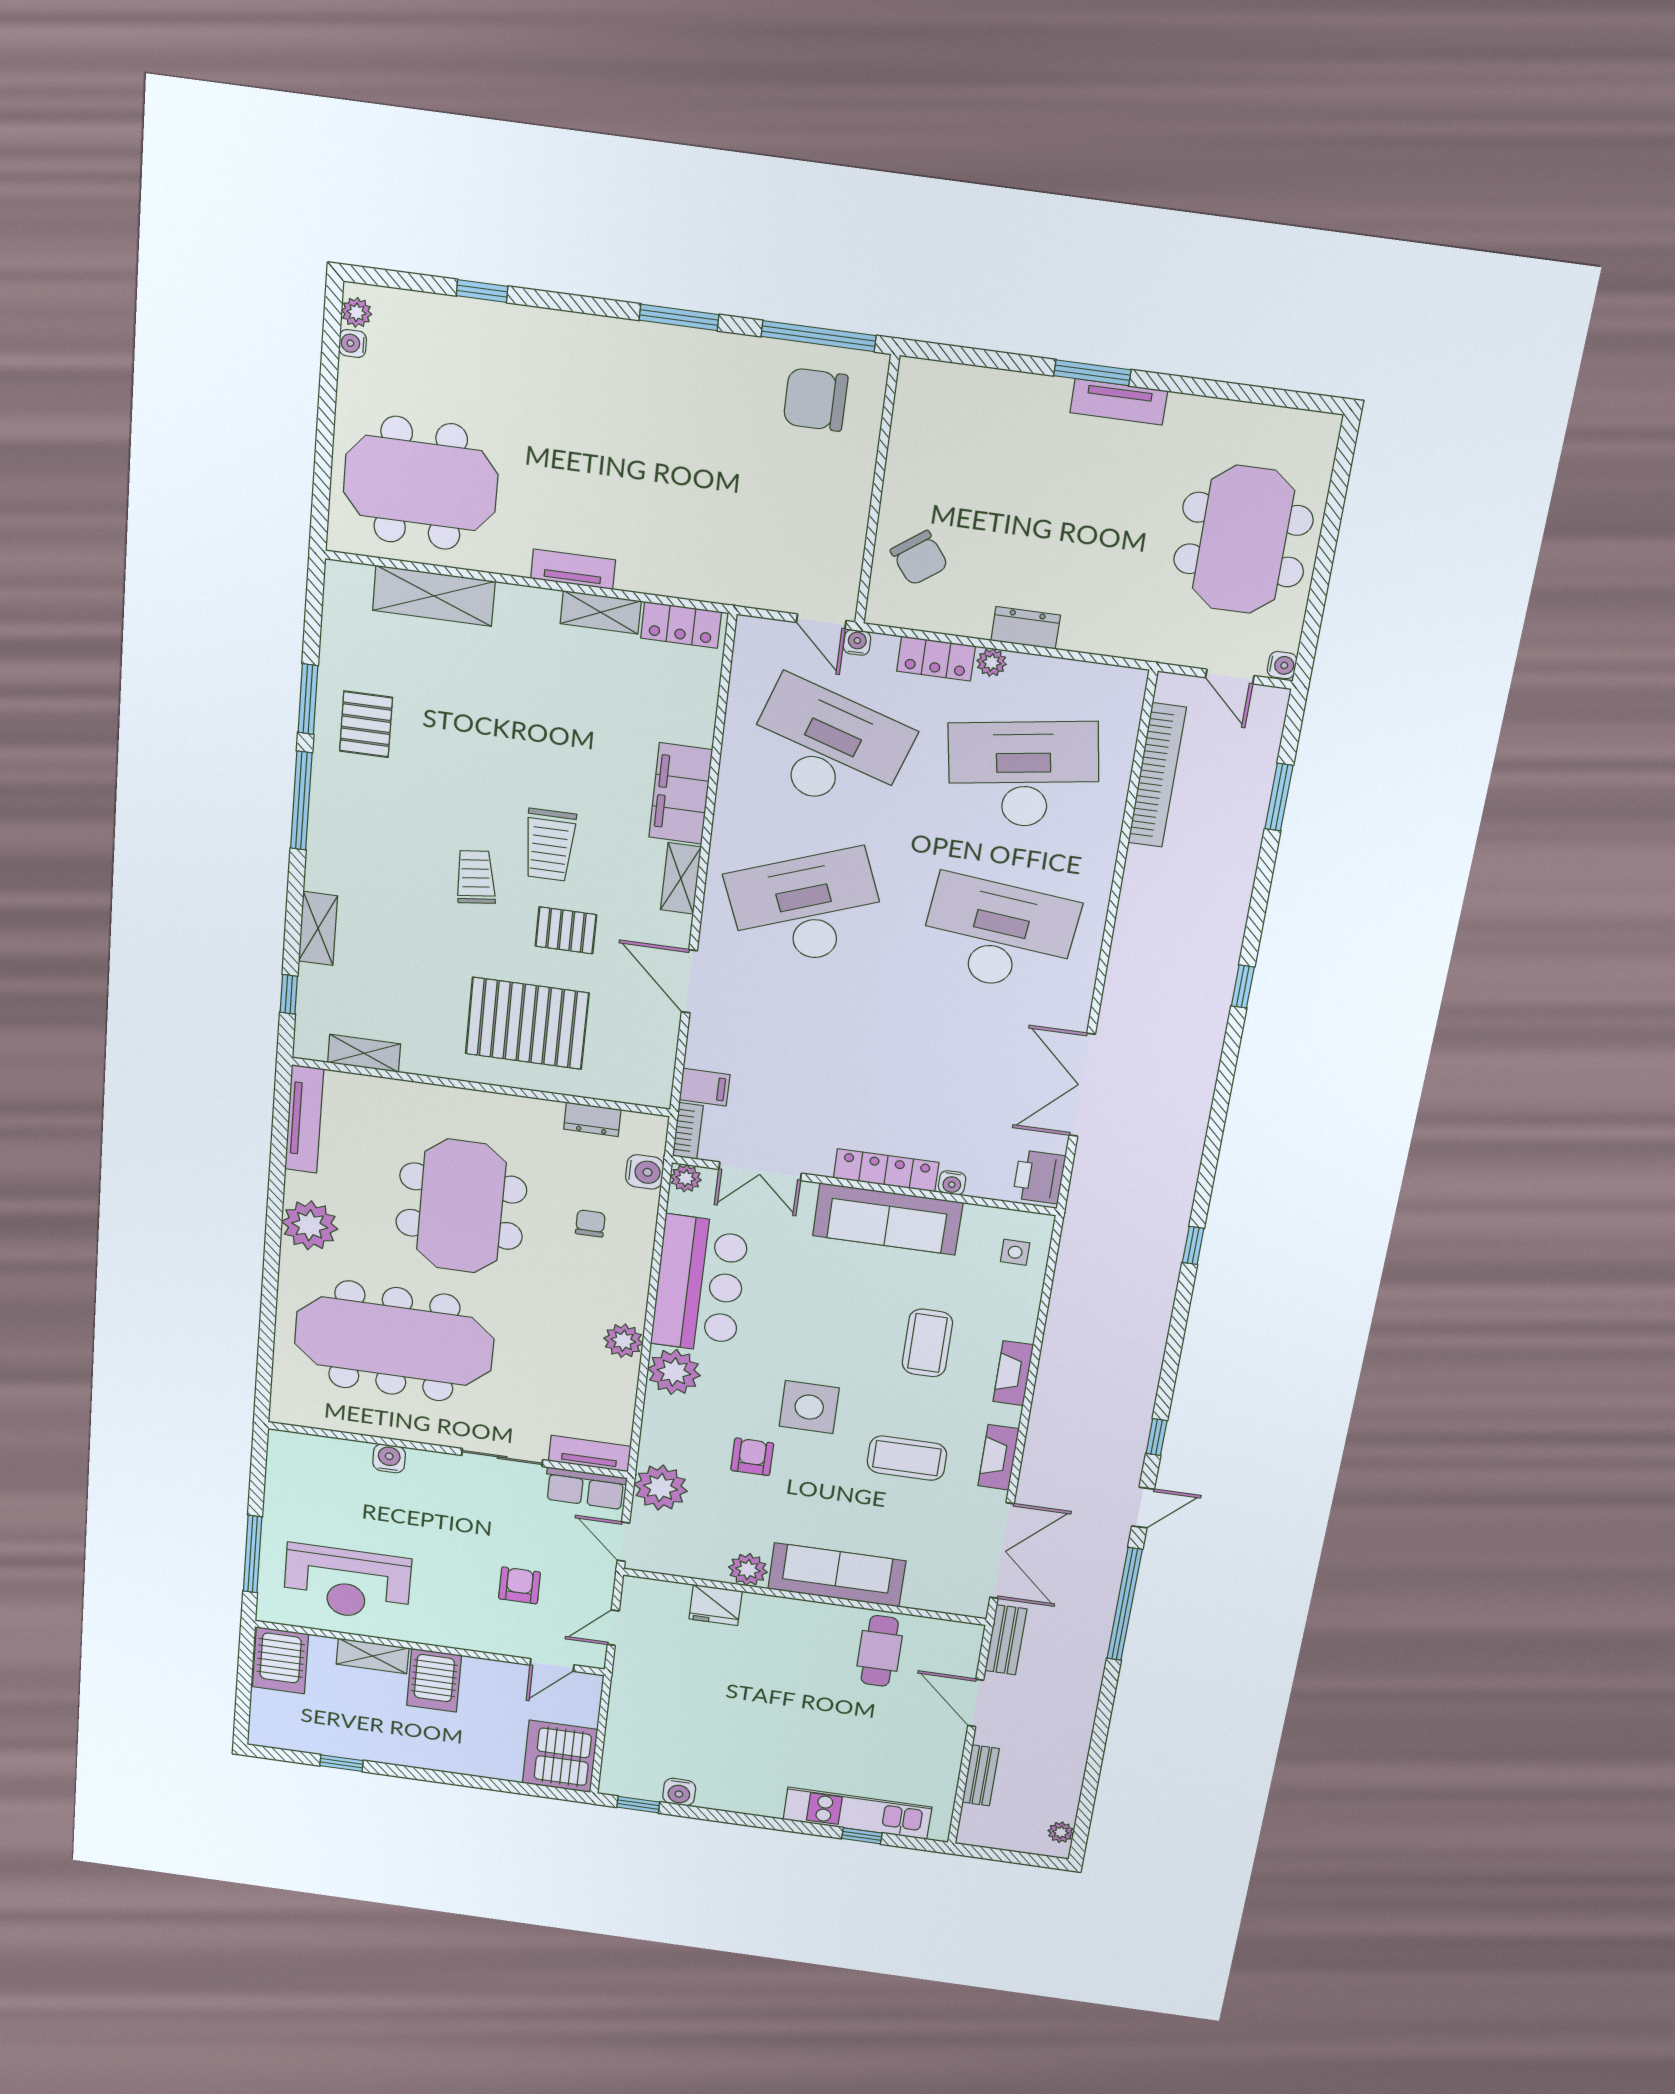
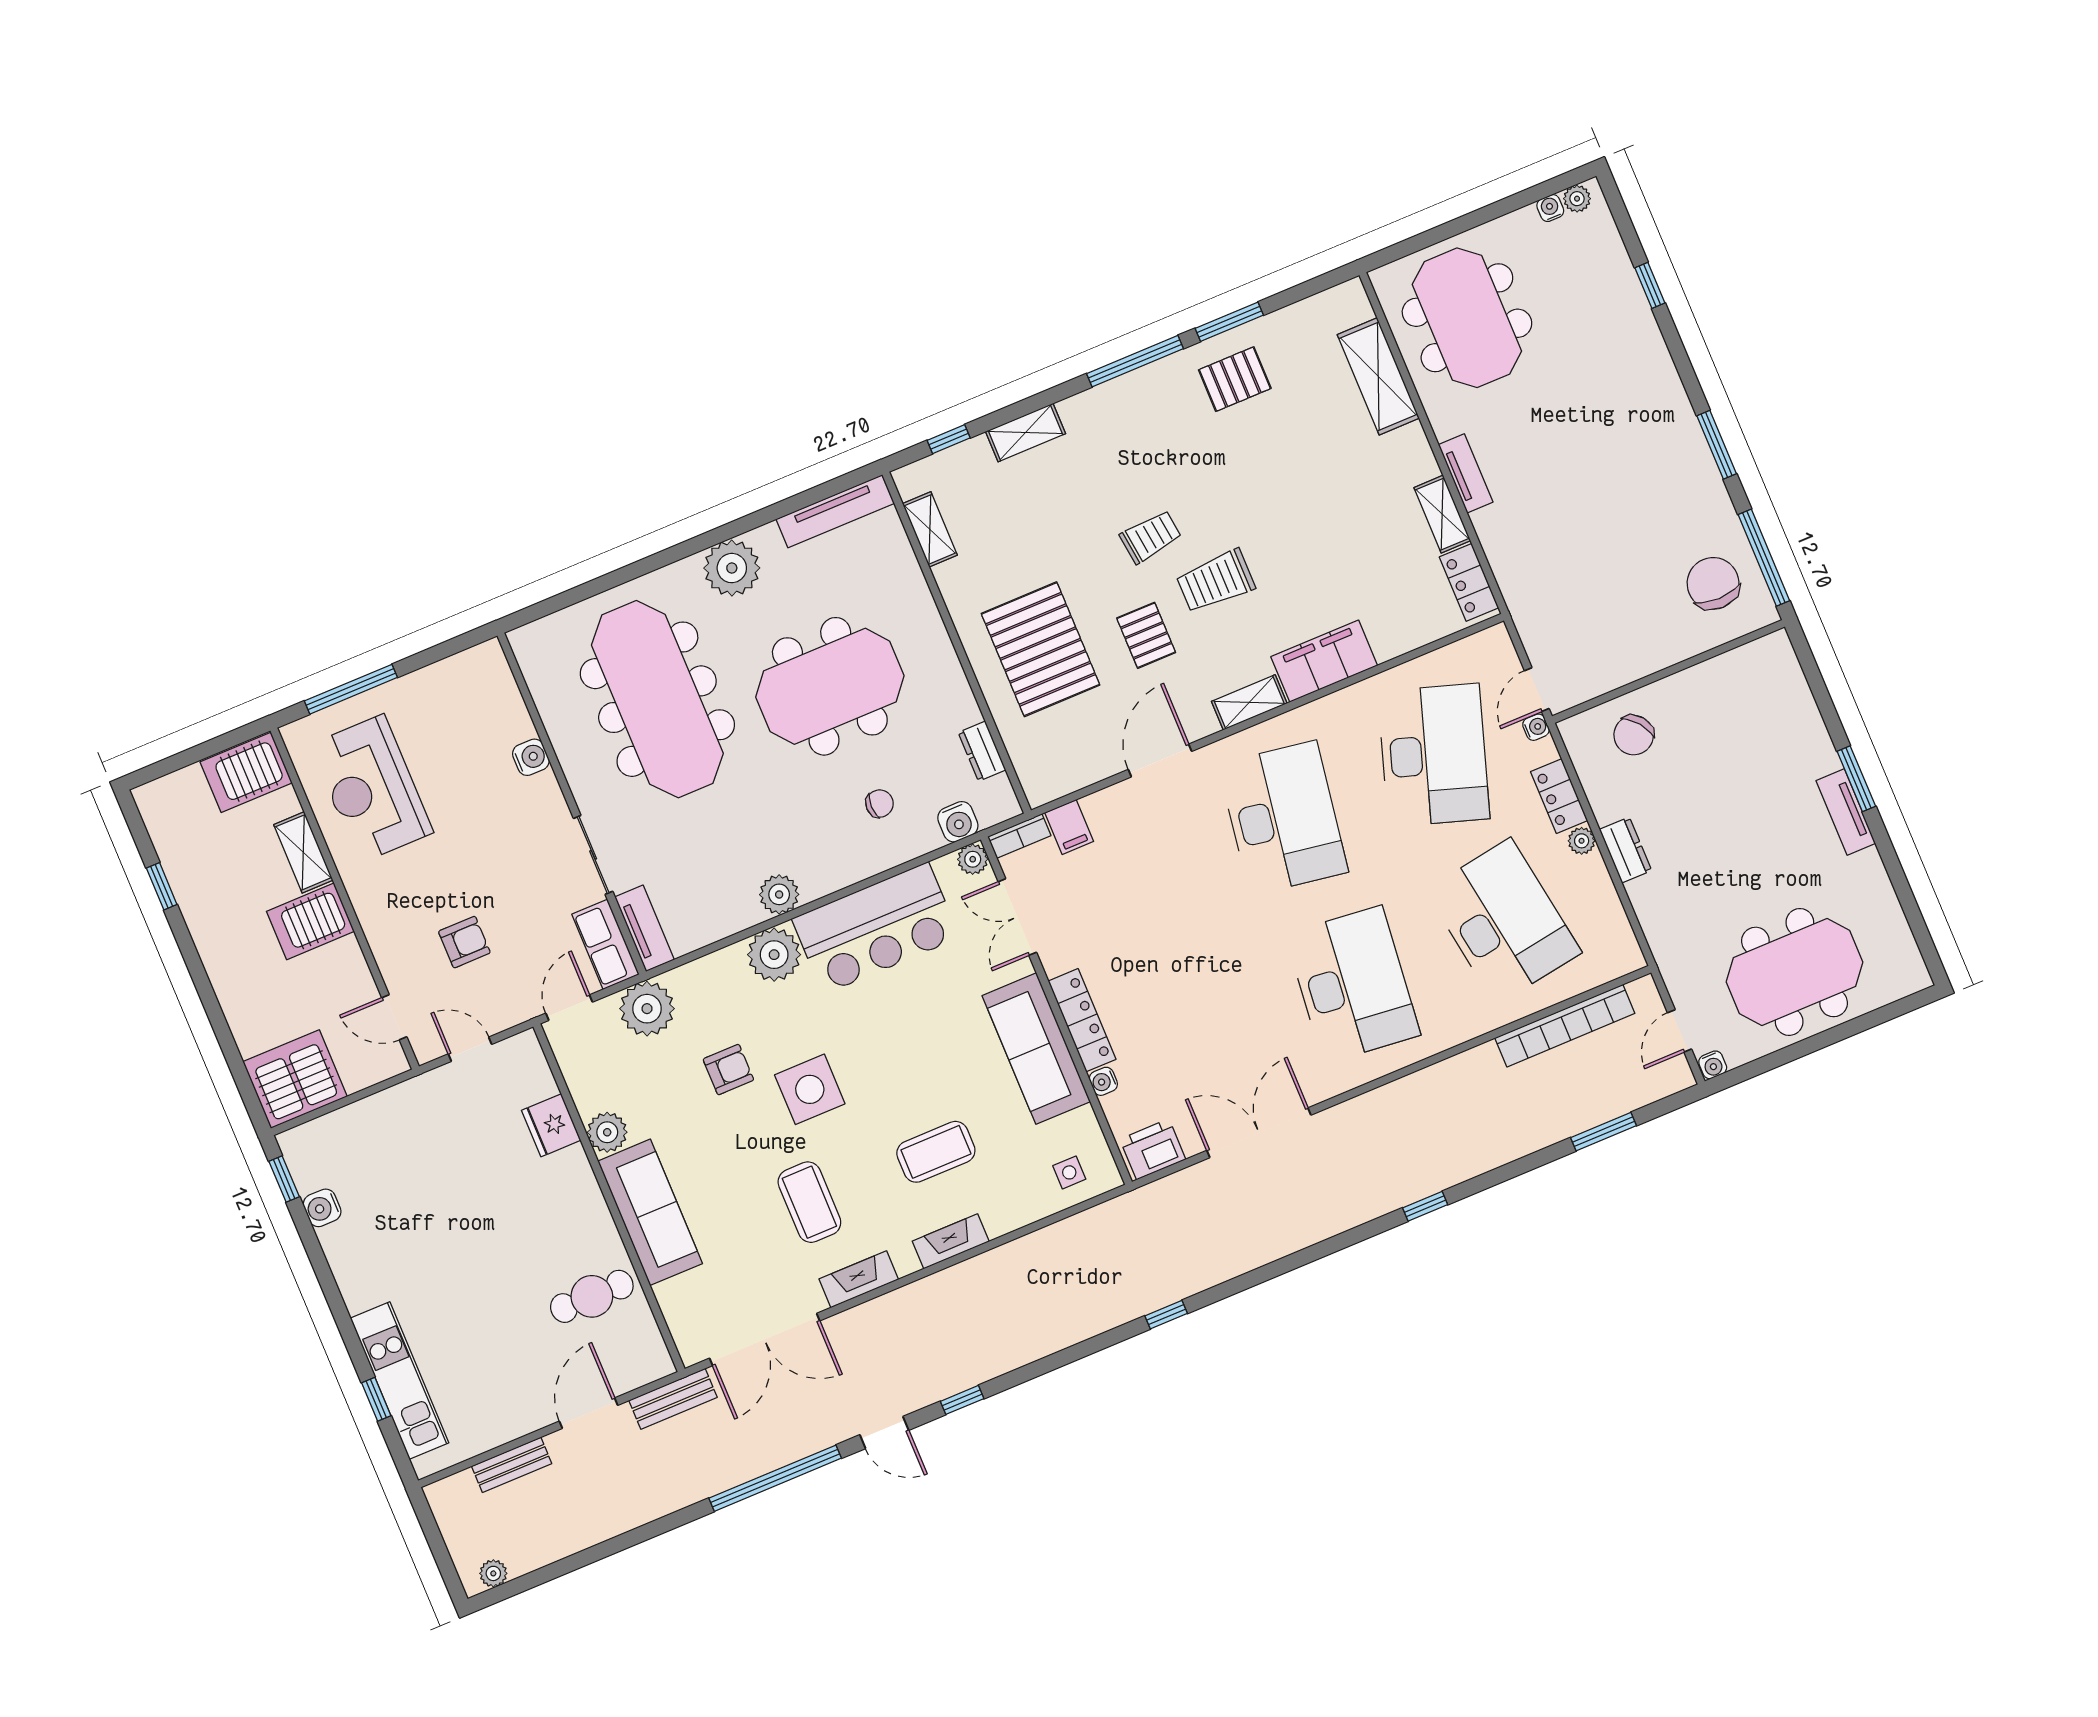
desk: (806, 909) -> (1283, 818), turned 30

